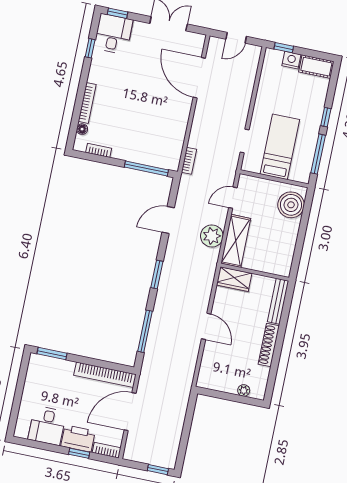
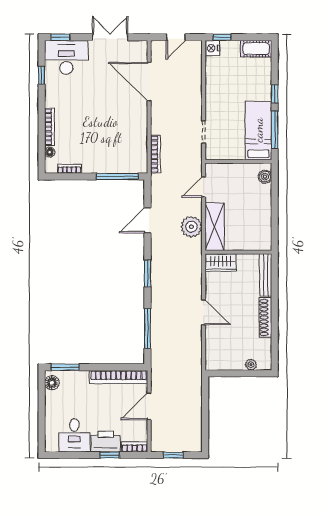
desk: (113, 34) -> (66, 57), width x1.37
nightstand: (291, 60) -> (212, 48), moved, turned -90
bed: (280, 147) -> (258, 130), moved
bookcase: (189, 161) -> (155, 154), width x1.56
boiler: (291, 205) -> (265, 177), width x0.54, depth x0.54
floor lamp: (35, 367) -> (52, 383), added
door: (130, 412) -> (149, 406), width x0.73
window: (158, 470) -> (173, 455), moved

